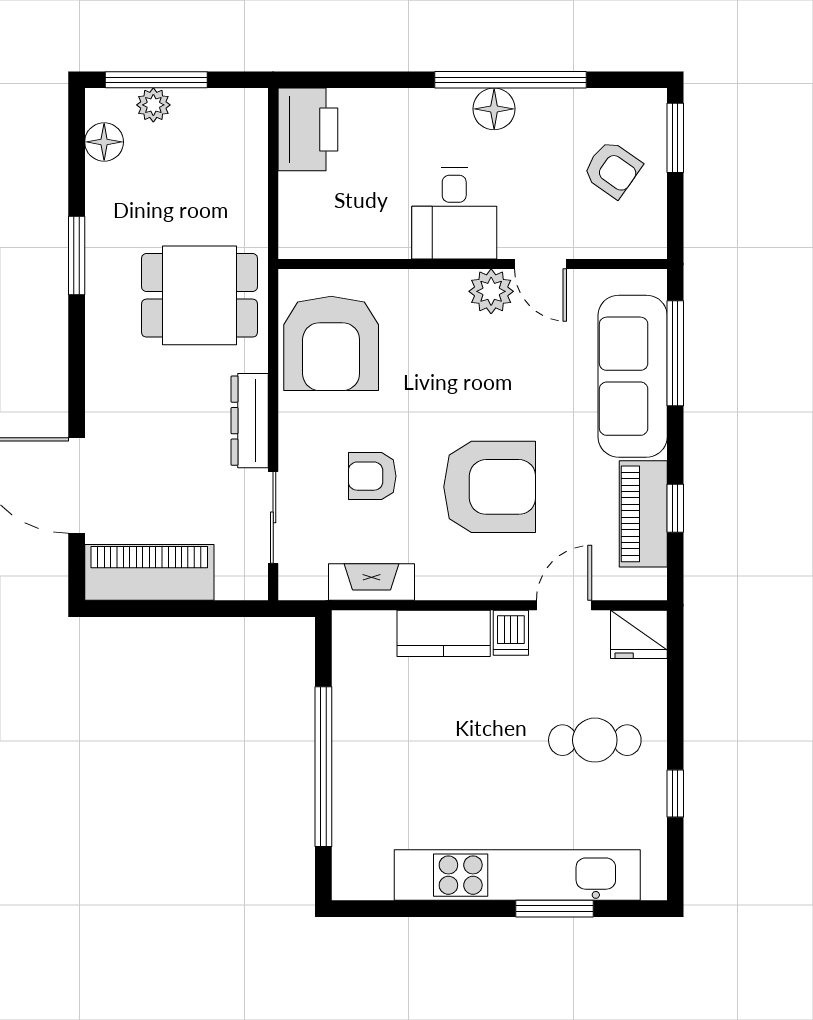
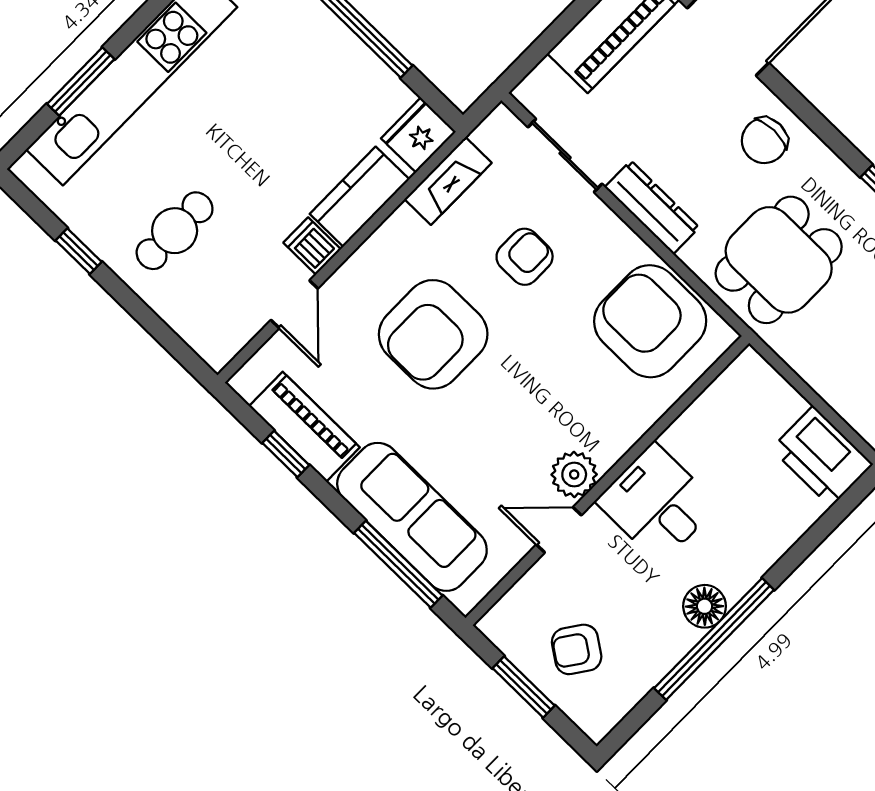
window: (675, 138) -> (524, 687), moved
chair: (125, 387) -> (764, 141), added
fridge: (639, 634) -> (418, 135), moved

